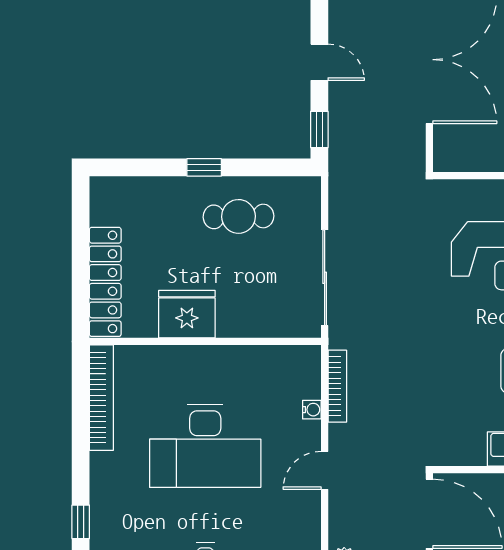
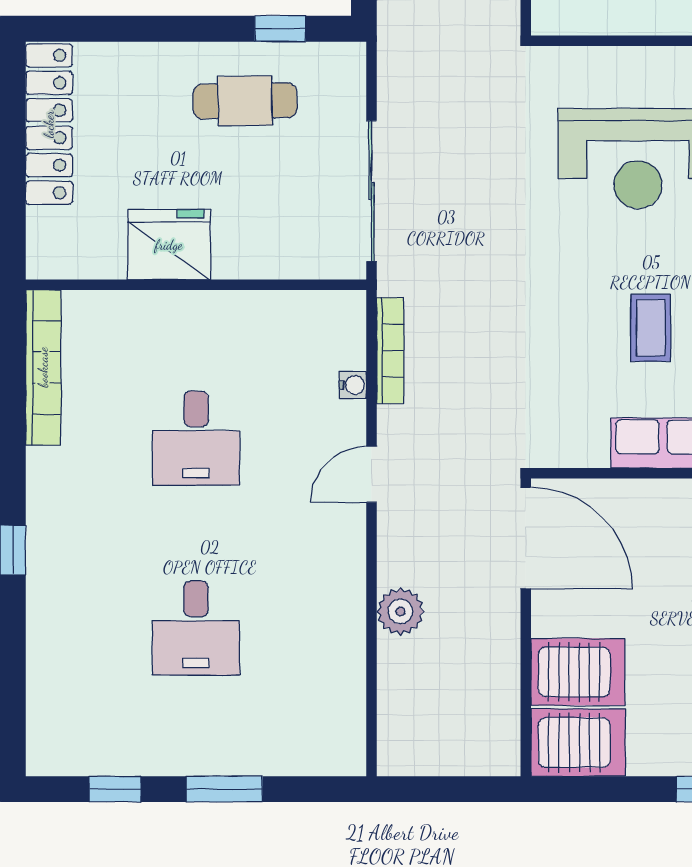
window: (204, 167) -> (280, 29), moved
locker: (105, 282) -> (49, 124), moved
desk: (205, 446) -> (196, 438), width x0.53, depth x0.77

